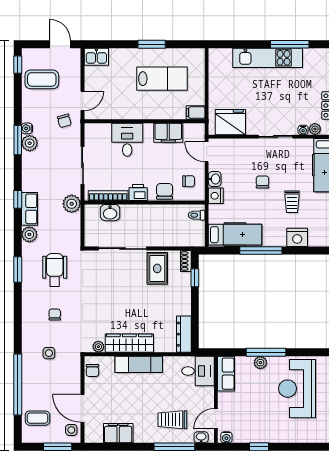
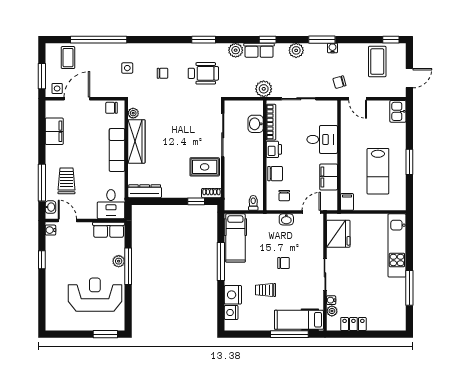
kitchen unit: (268, 58) -> (397, 245), moved
plant: (30, 143) -> (296, 50), moved
nightstand: (216, 196) -> (231, 312), moved, turned -90

